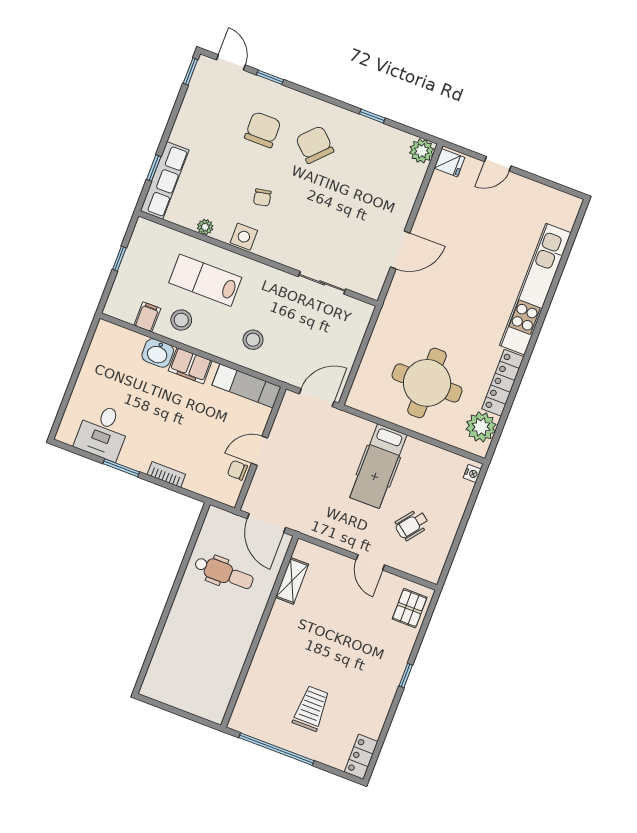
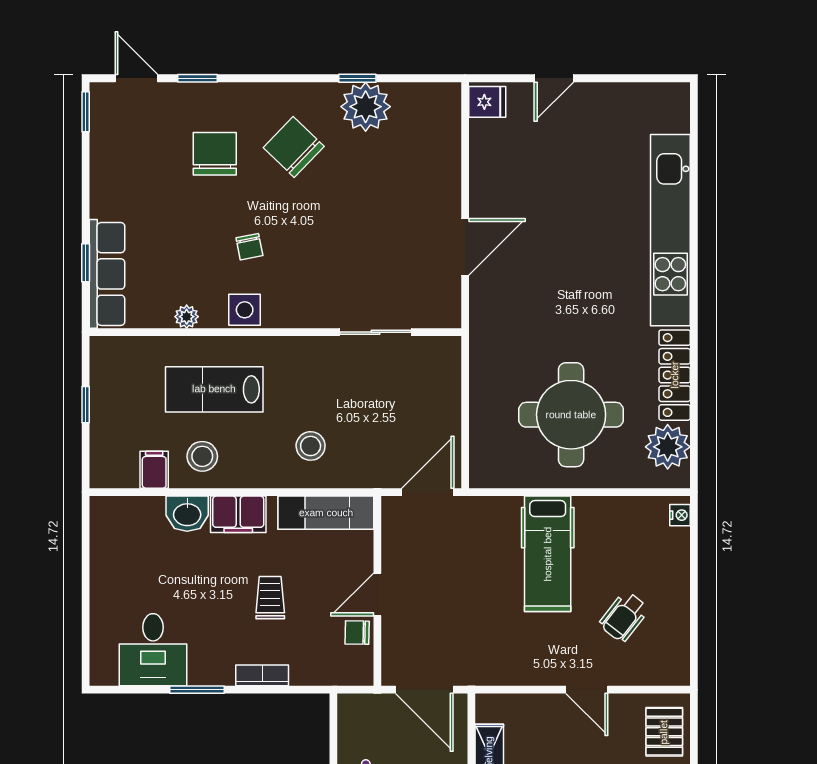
plant: (422, 151) -> (366, 107), moved, width x1.36, depth x1.36
trolley: (190, 427) -> (270, 598), added

